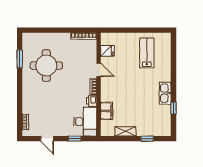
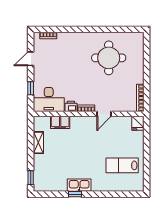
fridge: (107, 51) -> (138, 123), moved
lab bench: (147, 53) -> (122, 165), turned 180
window: (20, 59) -> (116, 29), removed
window: (174, 108) -> (75, 194), moved
window: (147, 139) -> (31, 178), moved

